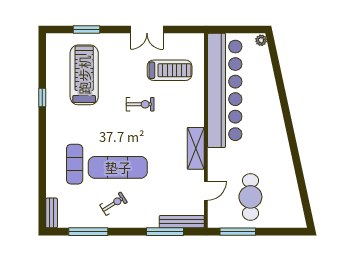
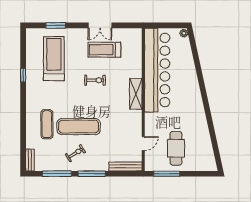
treadmill: (170, 70) -> (104, 50), moved, turned 180
shelving: (196, 148) -> (136, 94), moved
window: (165, 232) -> (92, 174), moved

